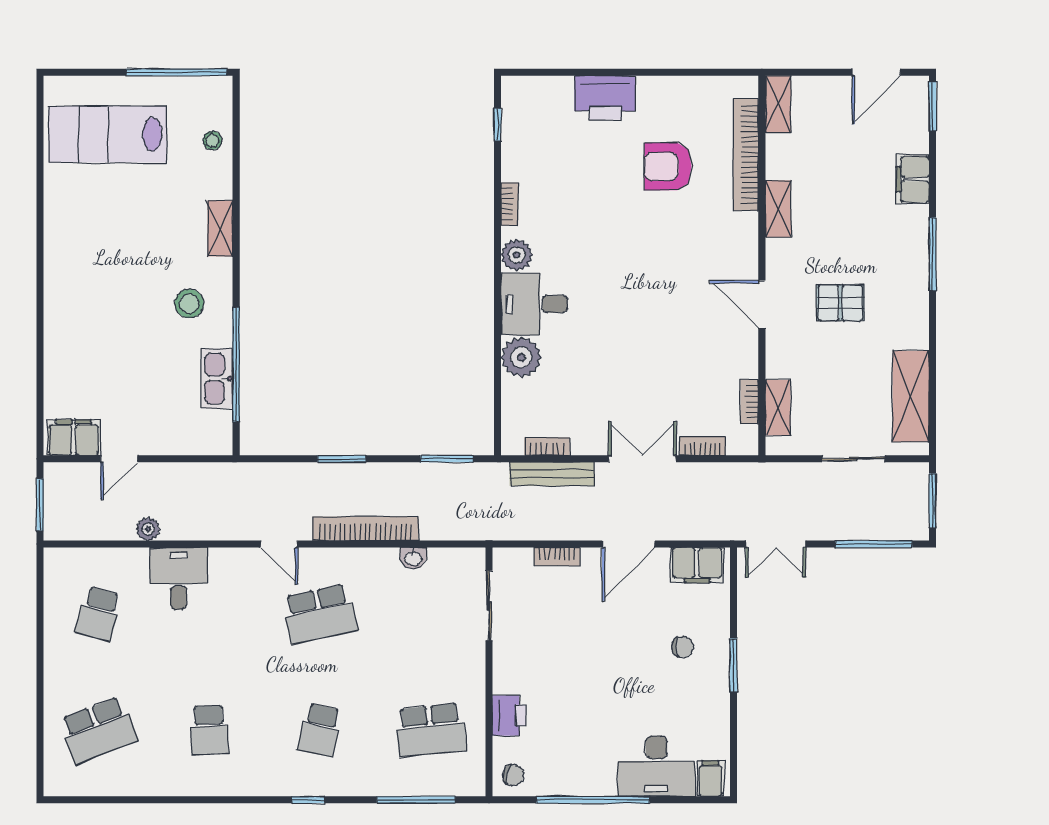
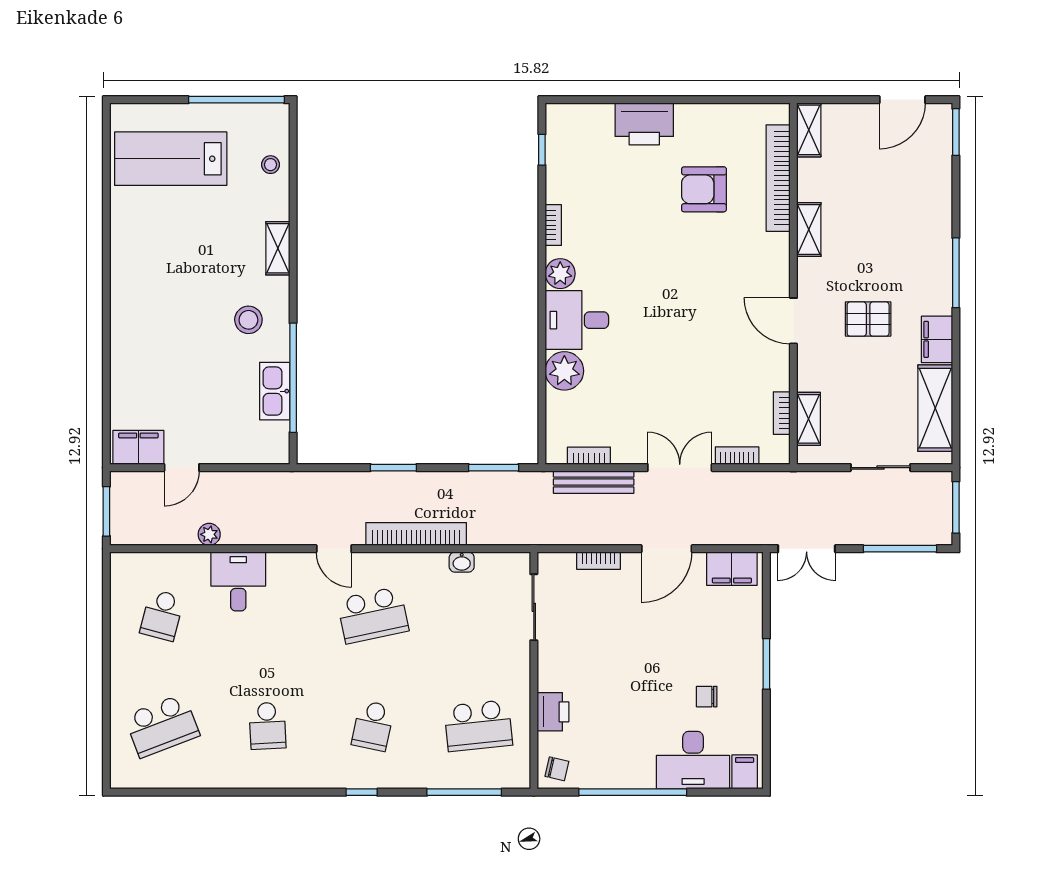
filing cabinet: (913, 179) -> (937, 339), moved
chair: (683, 647) -> (707, 697), moved, turned 180

